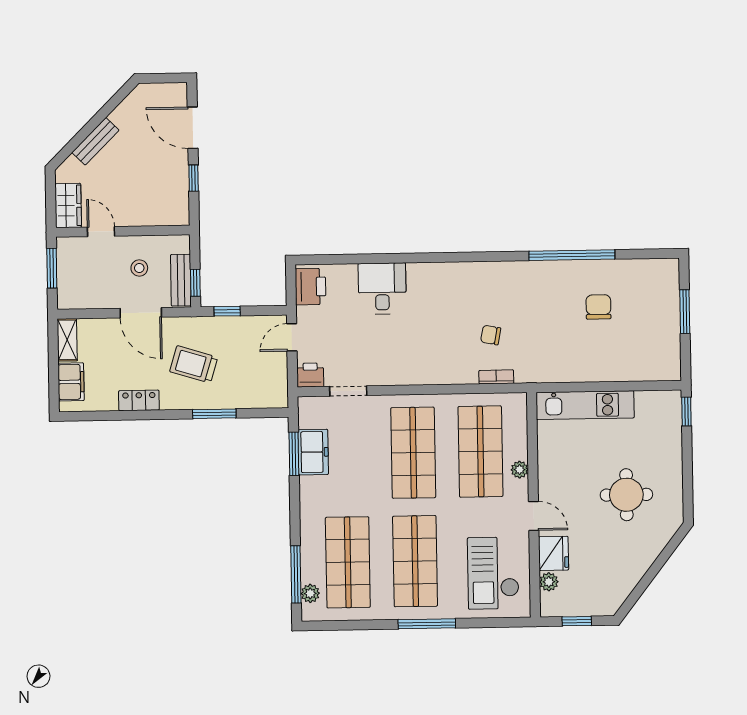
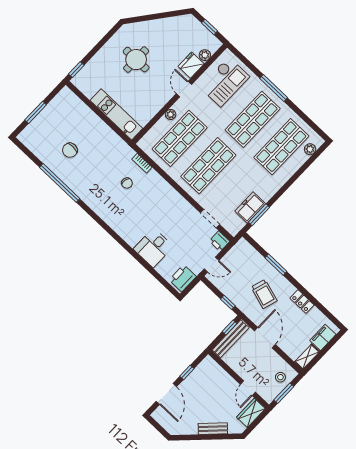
stool: (139, 268) -> (280, 377), moved
bench: (181, 280) -> (231, 339), width x1.36
window: (296, 574) -> (308, 163), removed

